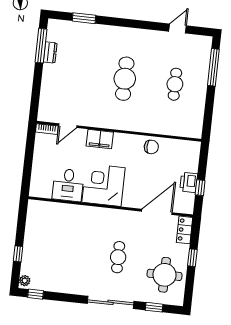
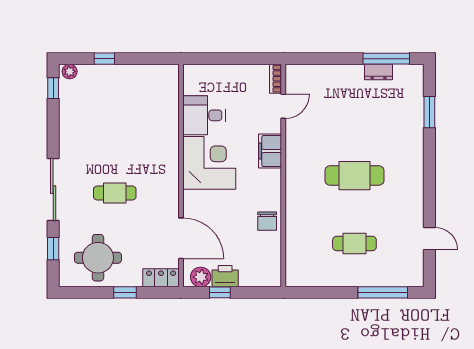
door: (68, 126) -> (283, 106), swing flipped
plant: (187, 201) -> (201, 277), added

